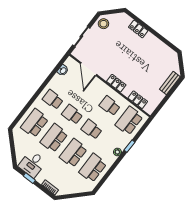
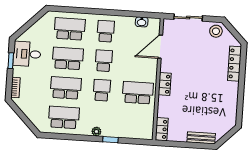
locker: (138, 29) -> (234, 64), width x1.53
locker: (138, 100) -> (162, 129), moved
school desk: (110, 106) -> (138, 93), width x1.85
school desk: (129, 121) -> (136, 122), removed

